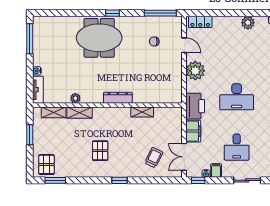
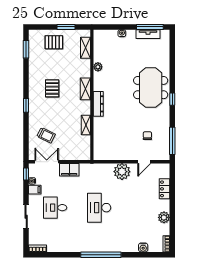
locker: (200, 22) -> (165, 189), moved
tv unit: (38, 90) -> (148, 34), moved
printer: (195, 106) -> (91, 171), removed
shelving: (79, 113) -> (85, 89), moved
pallet: (100, 151) -> (52, 88), turned 90
pallet: (46, 164) -> (54, 42), moved

